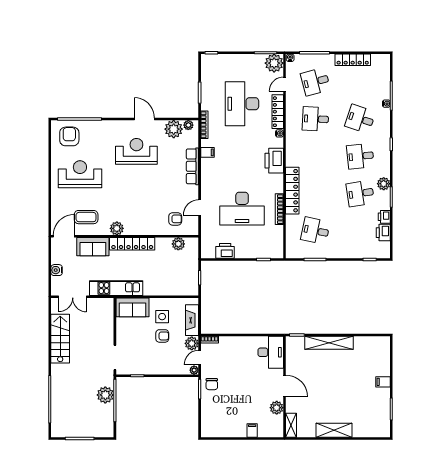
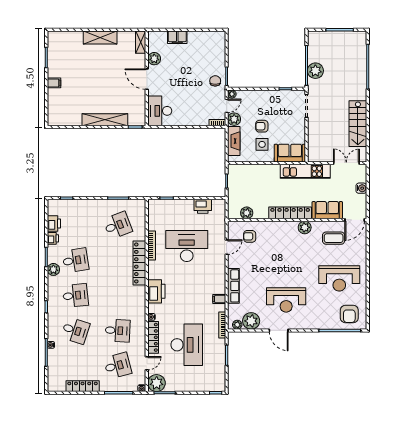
desk: (315, 231) -> (118, 225), turned -33
filing cabinet: (252, 430) -> (177, 37), width x2.00

